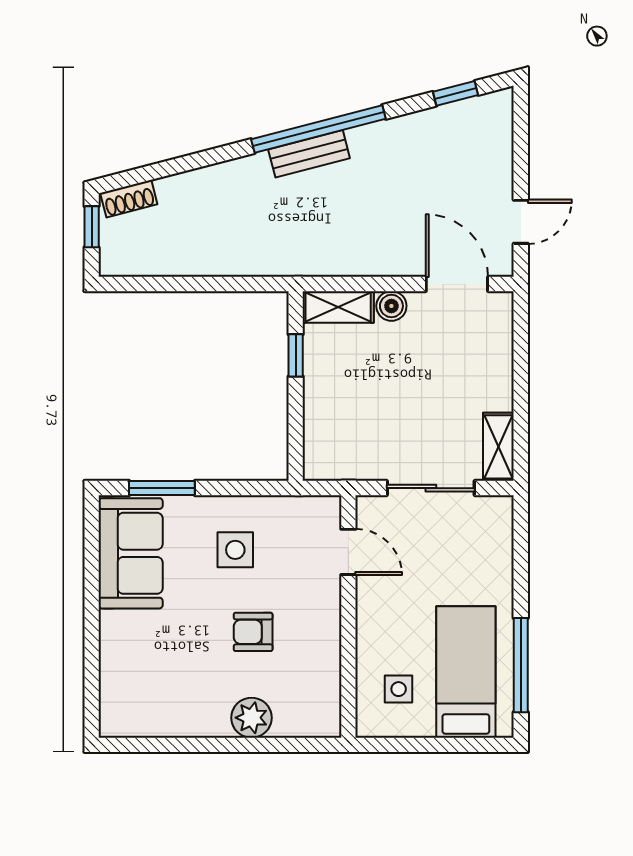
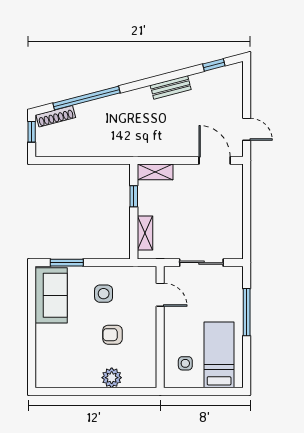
window: (318, 129) -> (86, 98), moved
bench: (309, 154) -> (171, 87), moved
shoe rack: (129, 199) -> (56, 116), width x1.43
door: (521, 222) -> (247, 129), hinge flipped
boiler: (391, 306) -> (182, 171), removed
shelving: (498, 447) -> (145, 233), moved
window: (521, 665) -> (247, 312), moved

